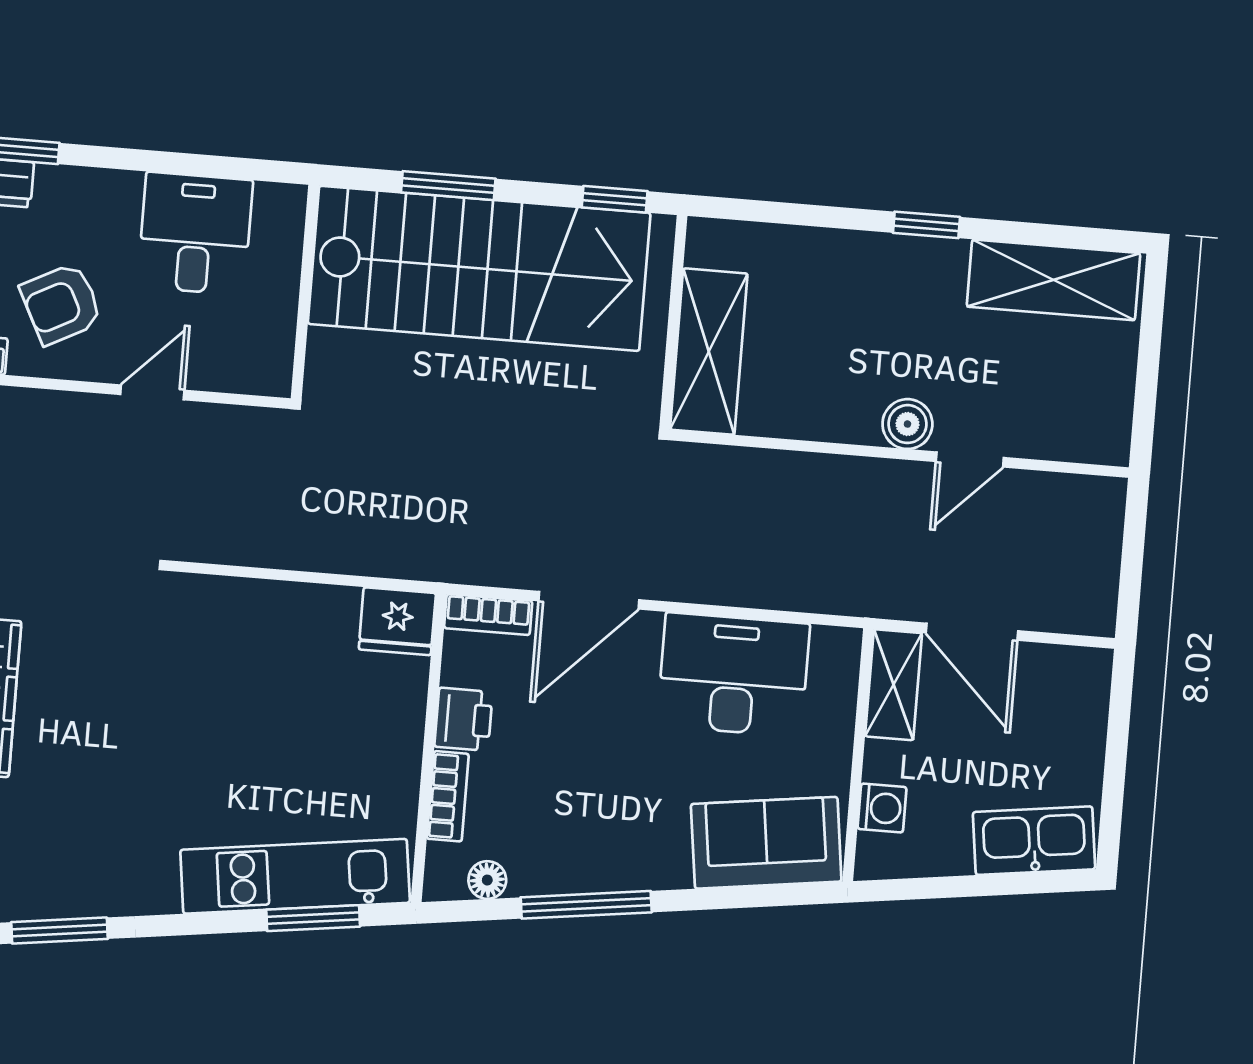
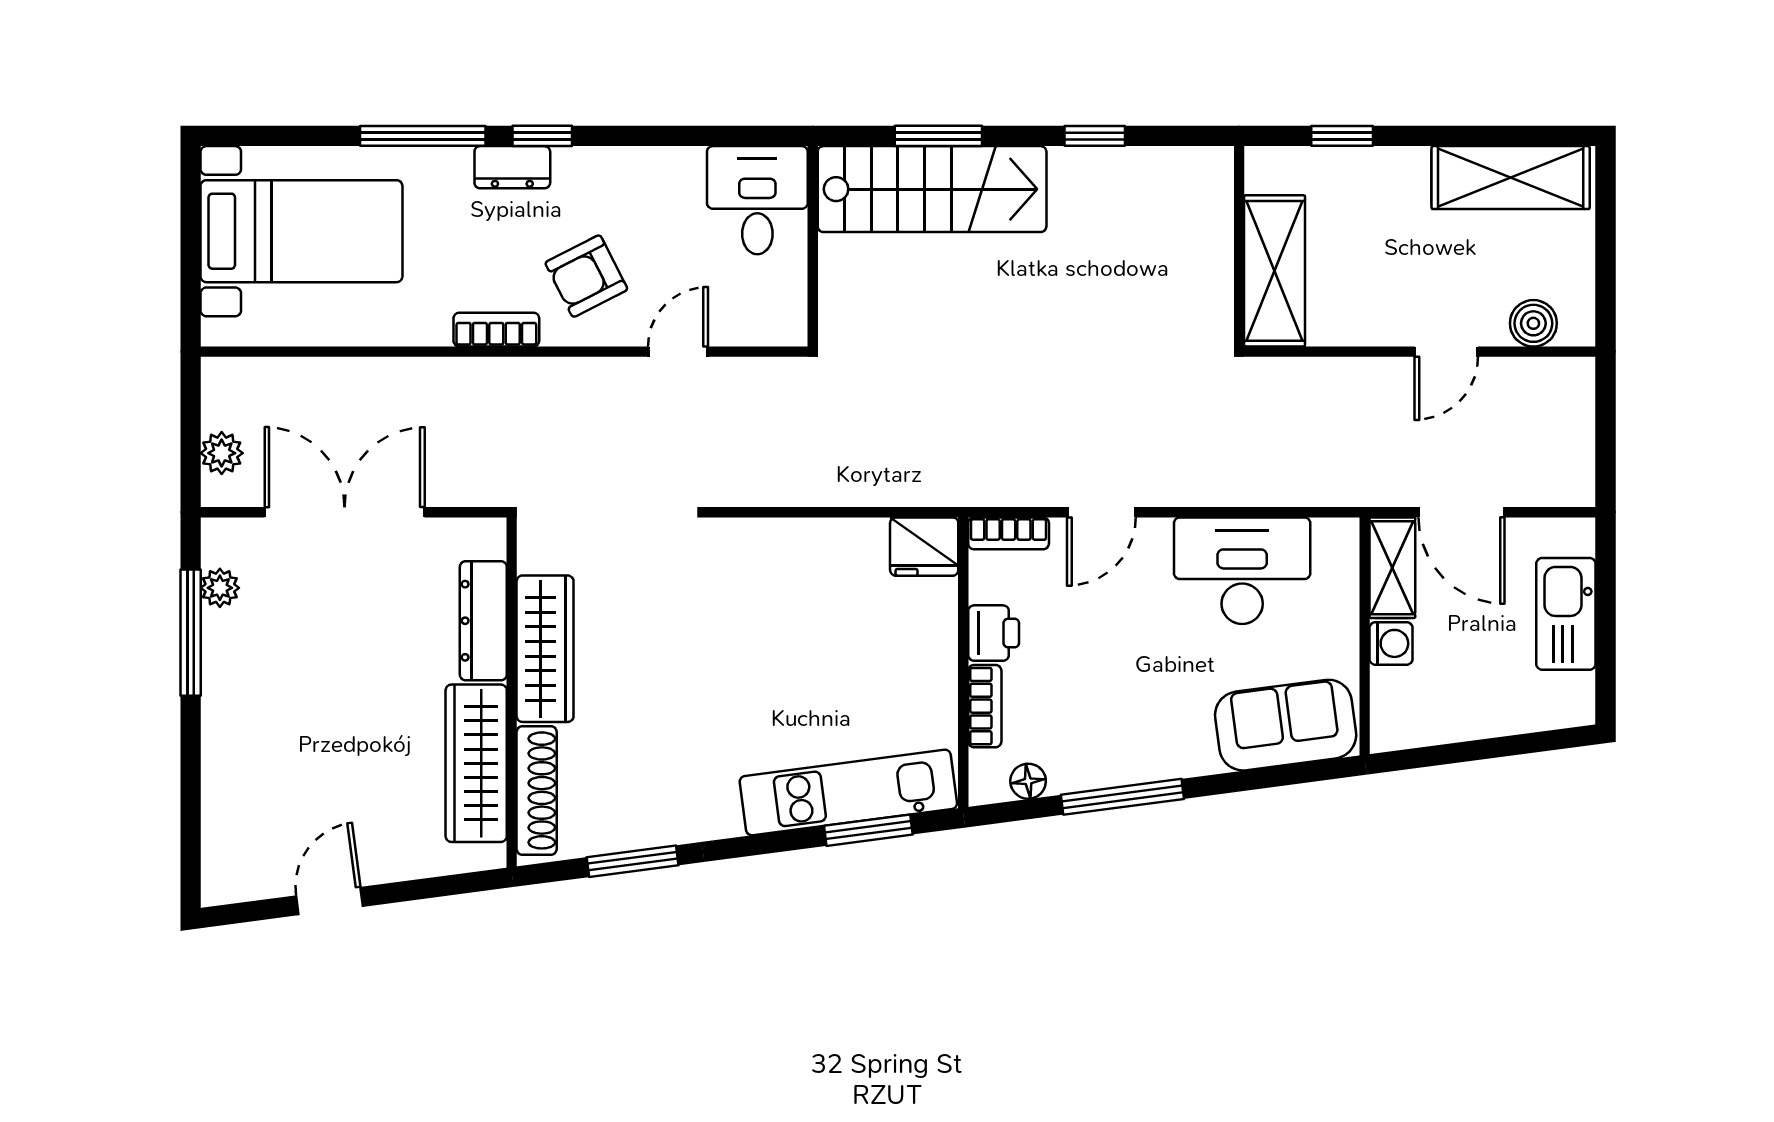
window: (926, 225) -> (1342, 136), moved
desk: (195, 234) -> (757, 200), moved
stairs: (479, 268) -> (932, 189), width x0.73, depth x0.66
wall: (673, 322) -> (1239, 246), moved
shelving: (709, 352) -> (1275, 271), moved
boiler: (907, 424) -> (1533, 323), moved
door: (589, 600) -> (1101, 512), width x0.73
washing machine: (882, 808) -> (1391, 643), moved
kitchen sink: (1034, 841) -> (1566, 614), moved, turned -83

